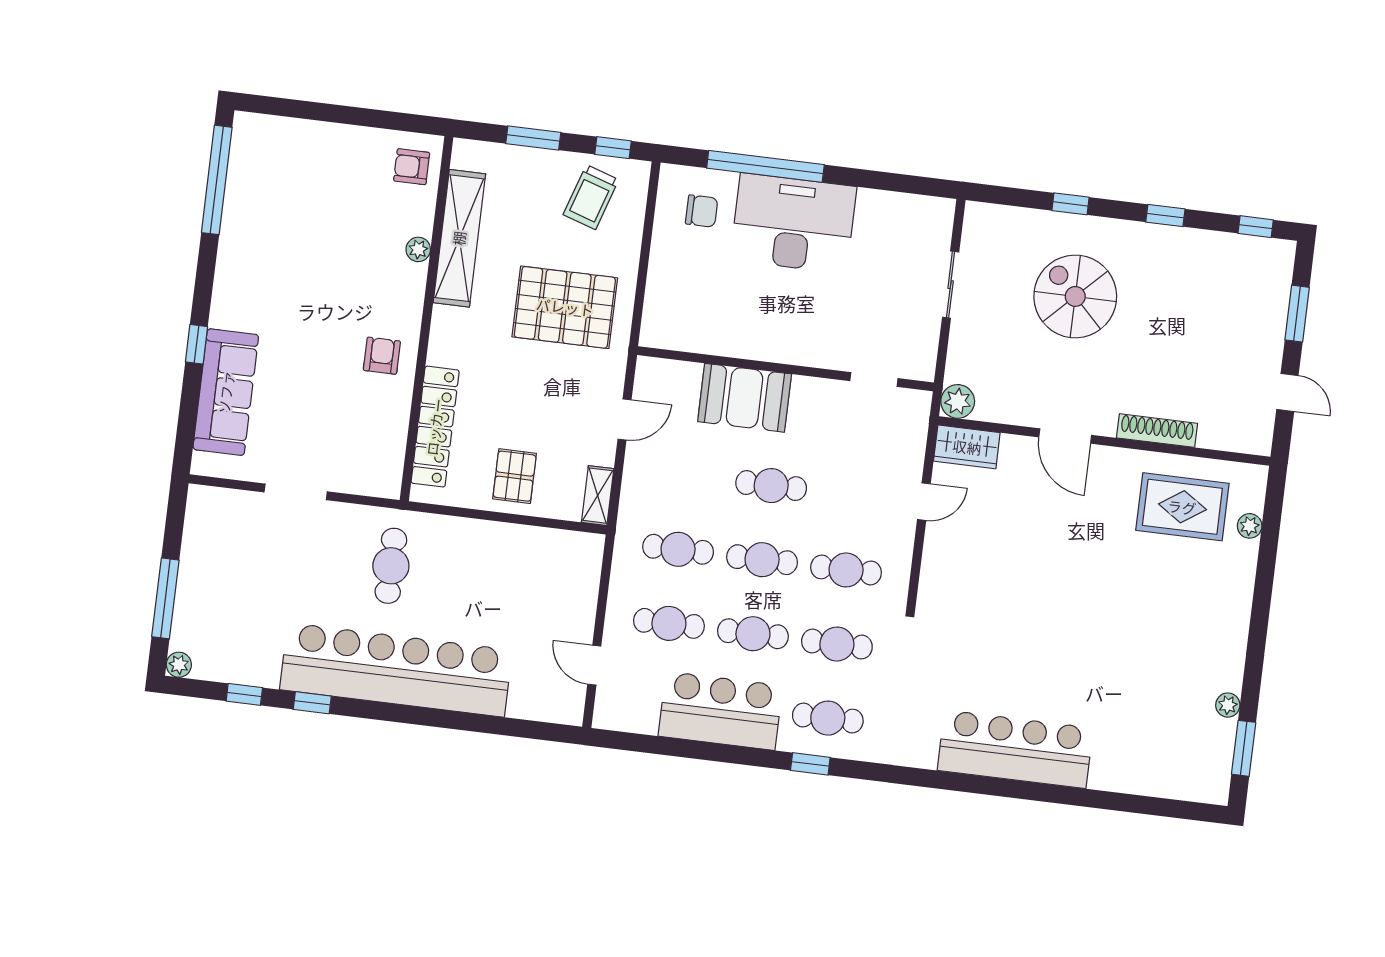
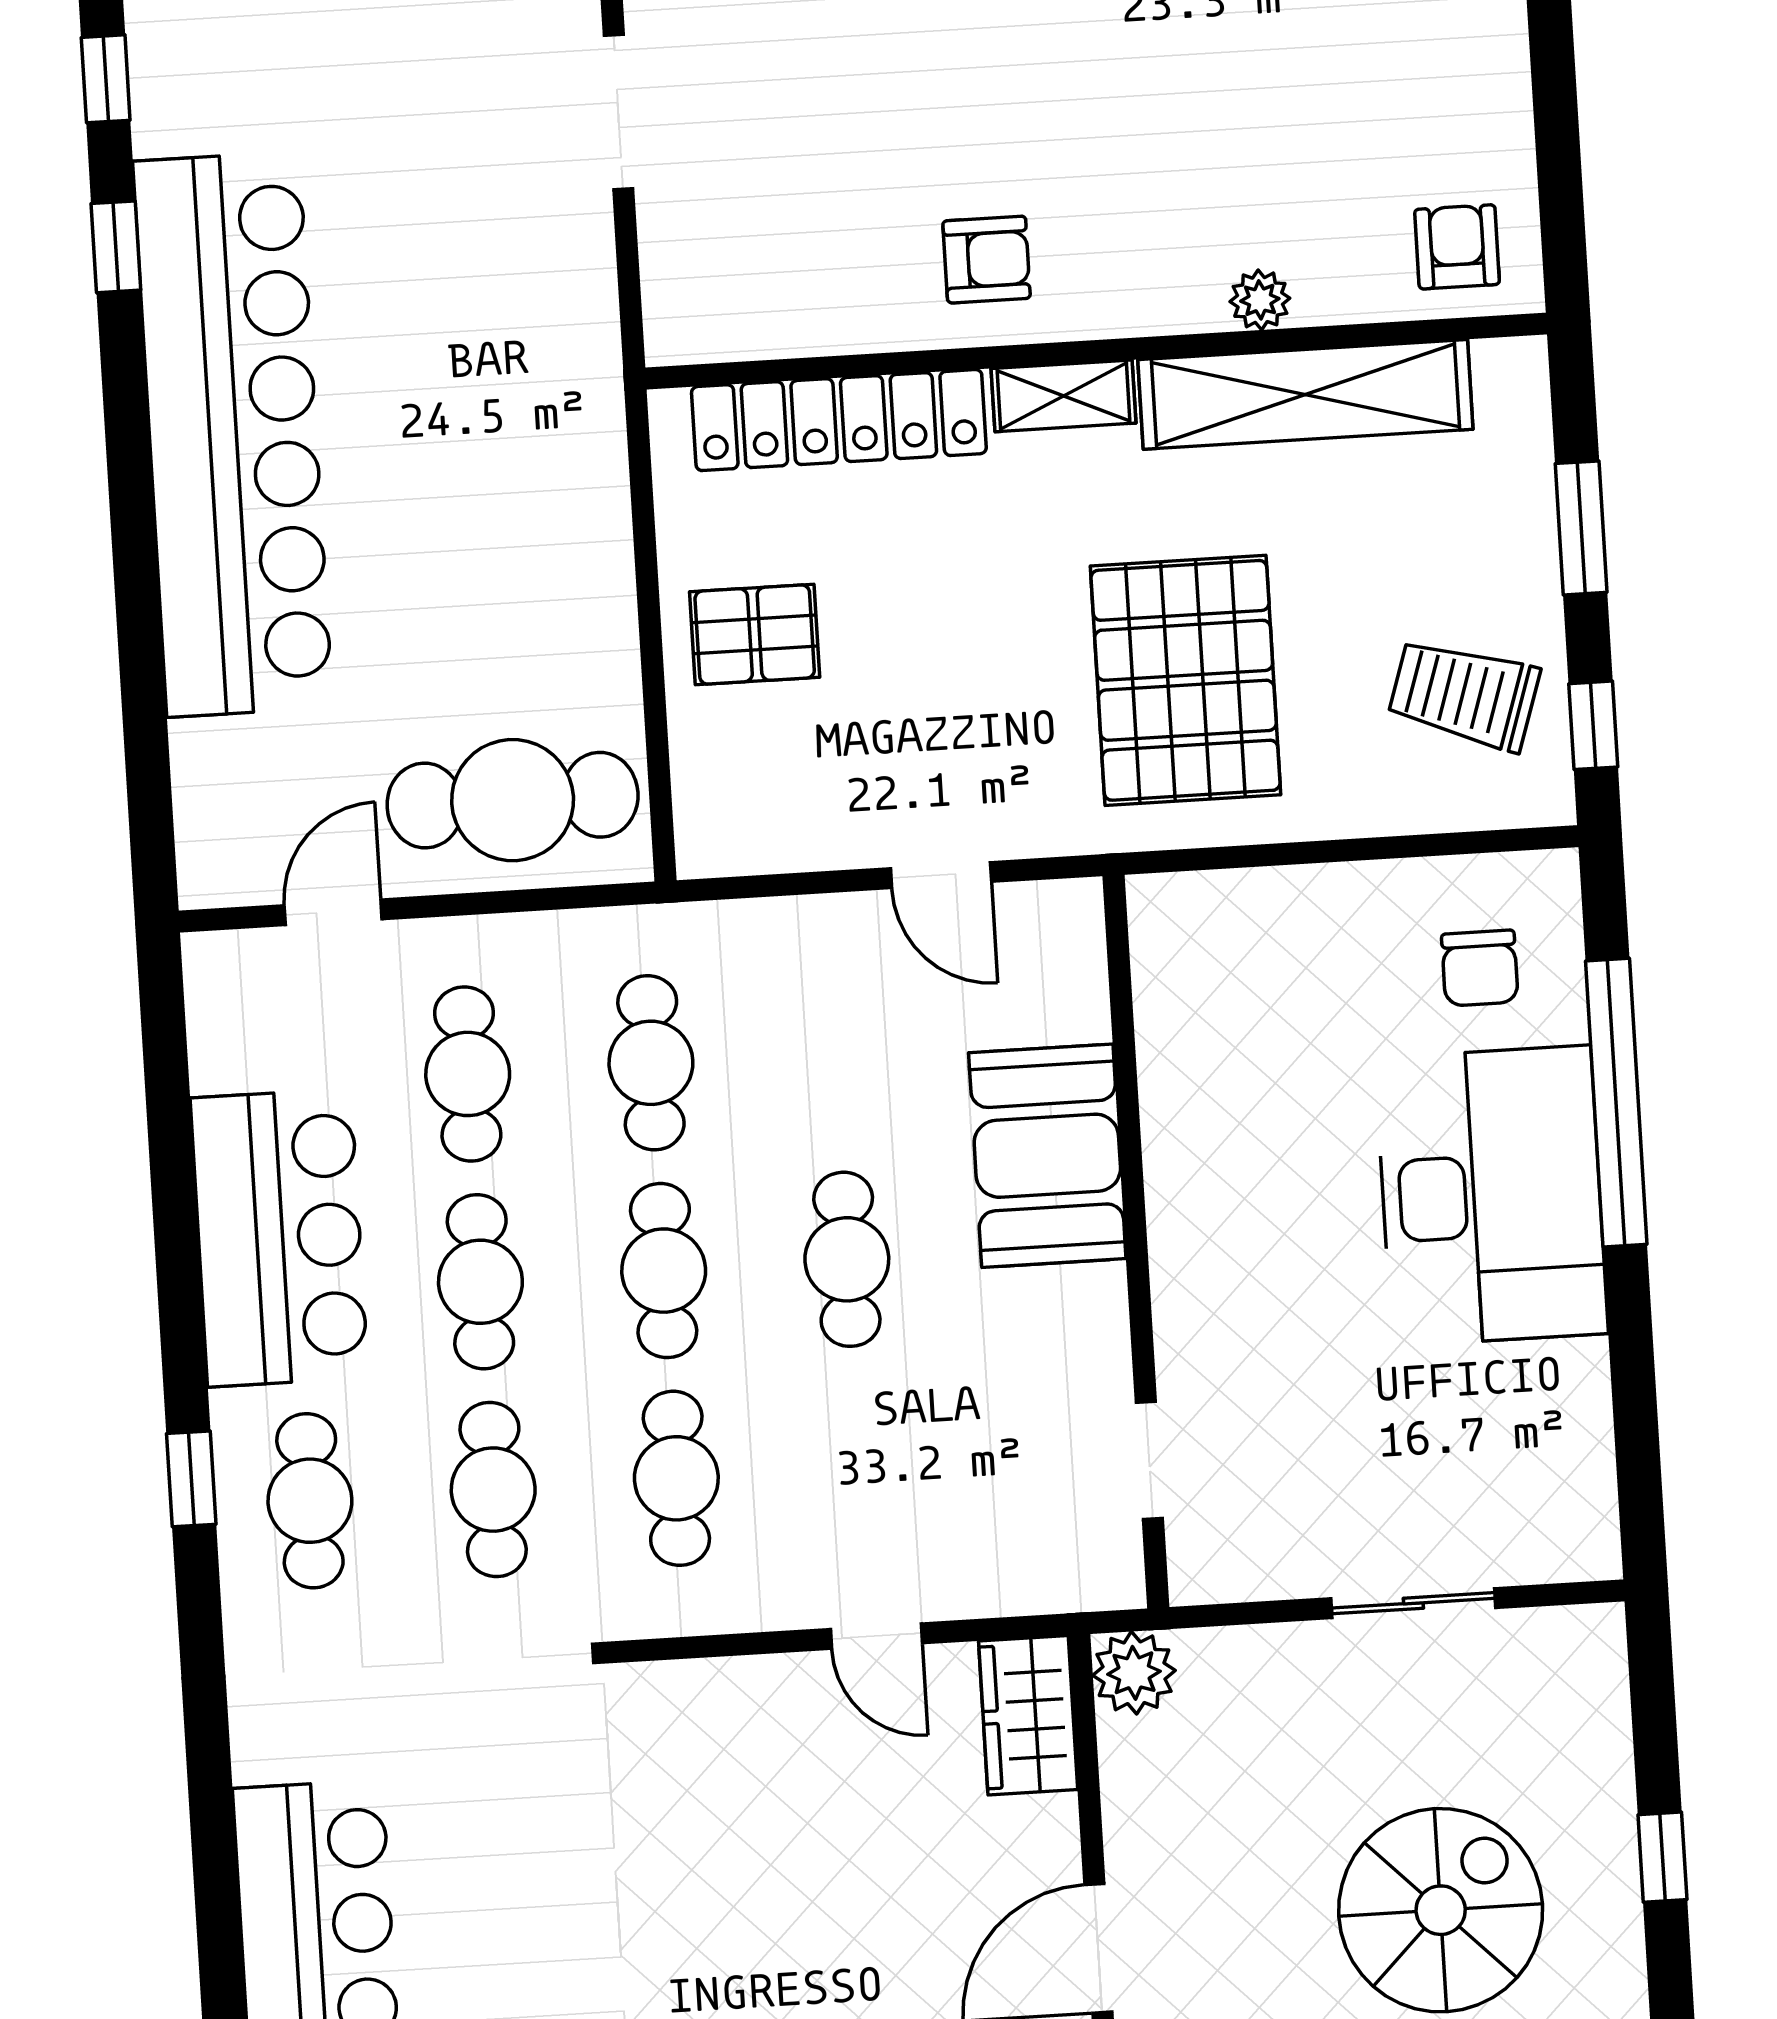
shelving: (598, 496) -> (1064, 396), moved
cafe table: (391, 566) -> (513, 800), moved, width x1.37, depth x1.35

